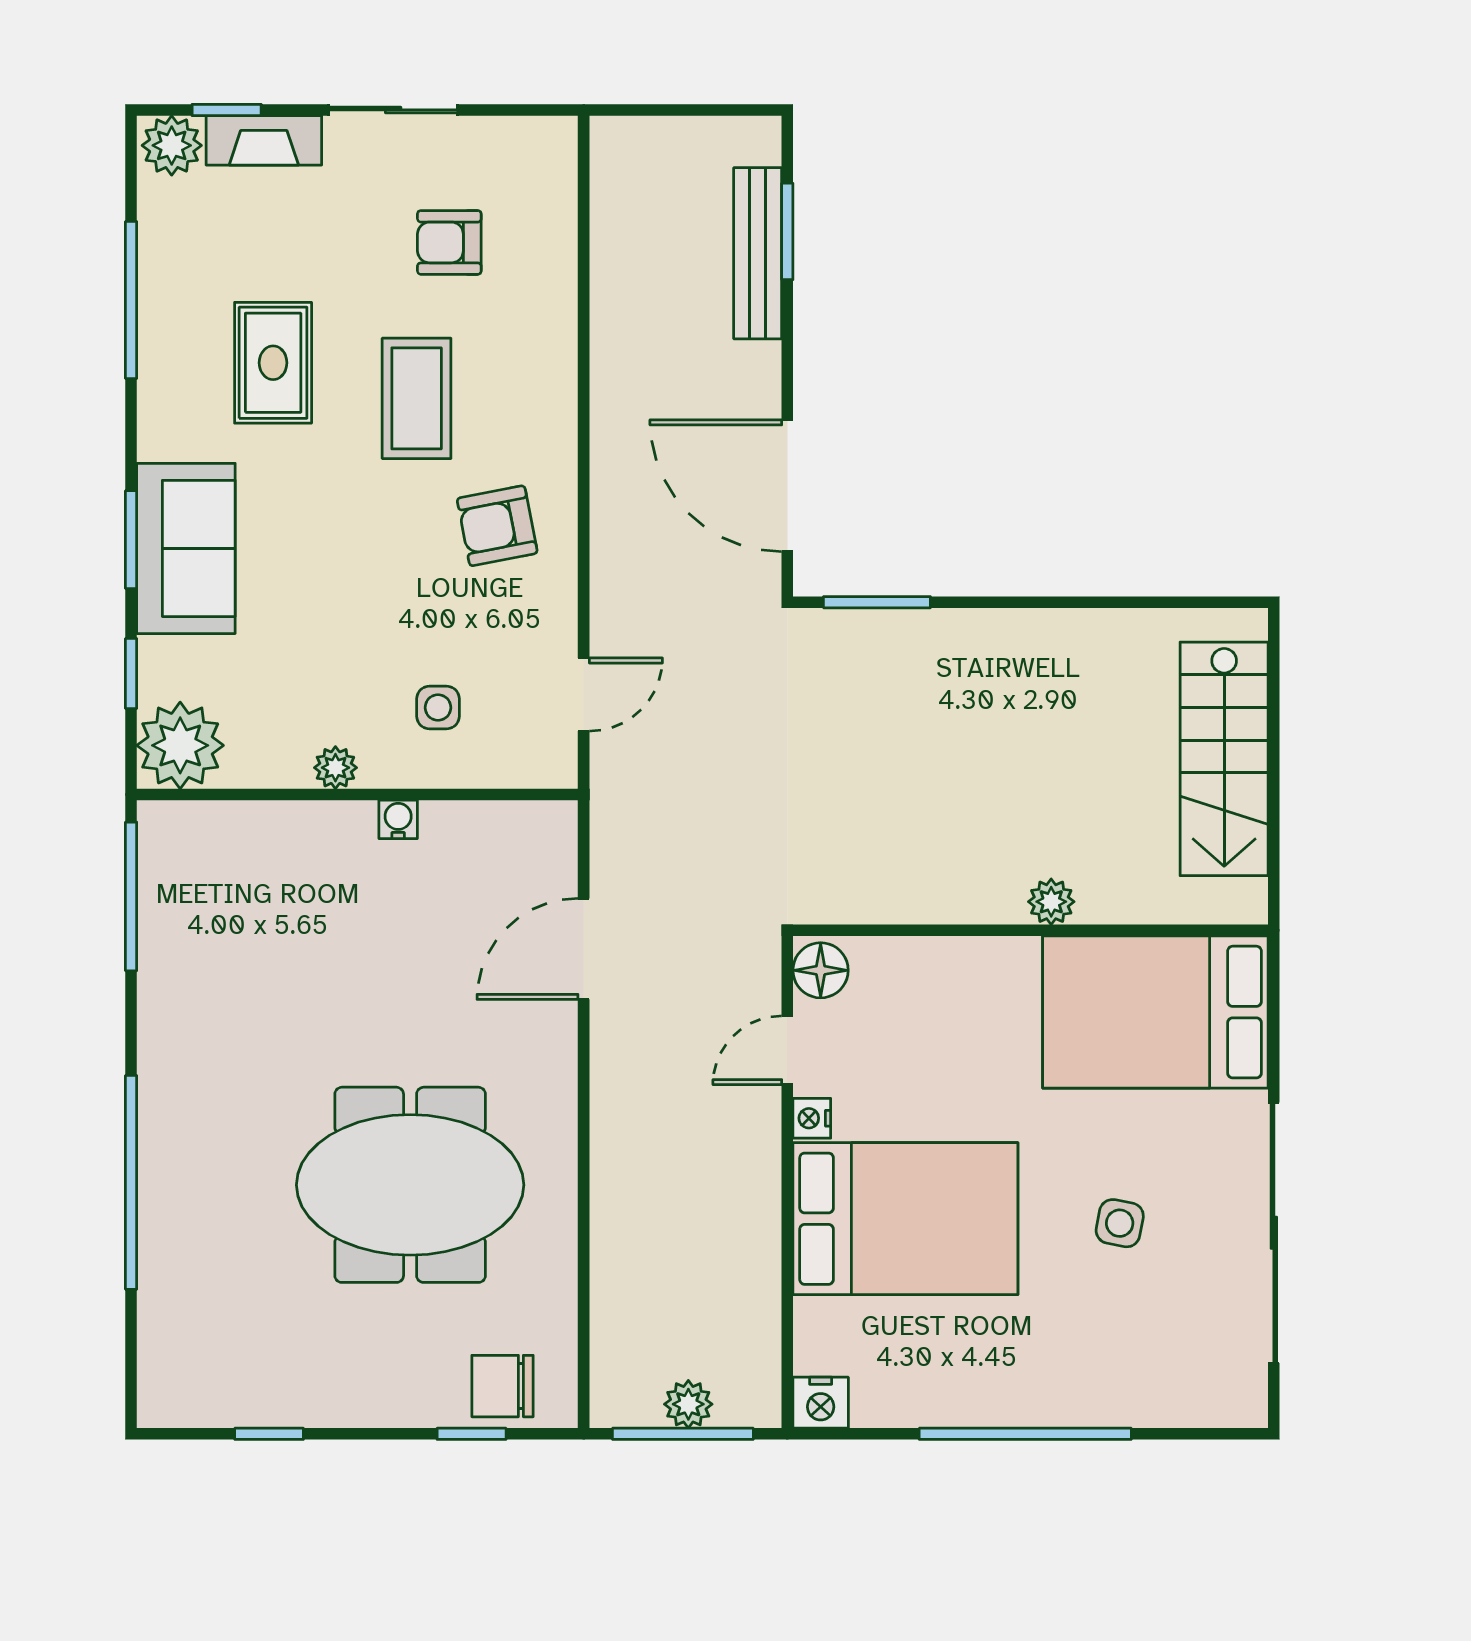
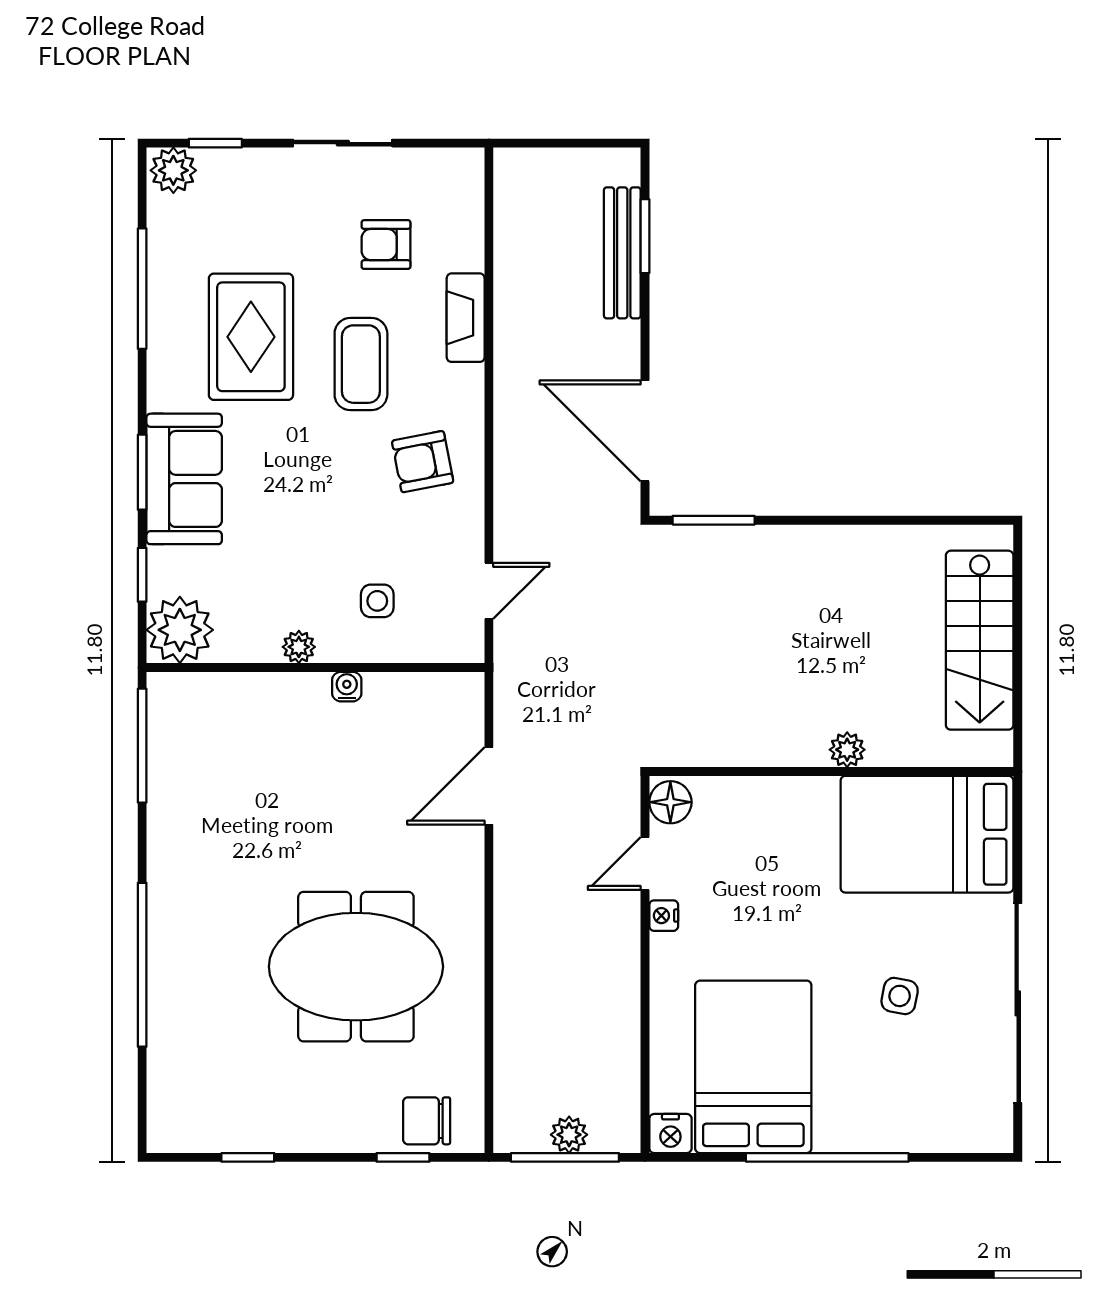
fireplace: (264, 140) -> (466, 318), moved, turned 90
rug: (273, 363) -> (251, 337), width x1.36, depth x1.43
bed: (905, 1219) -> (753, 1067), moved, turned -90

